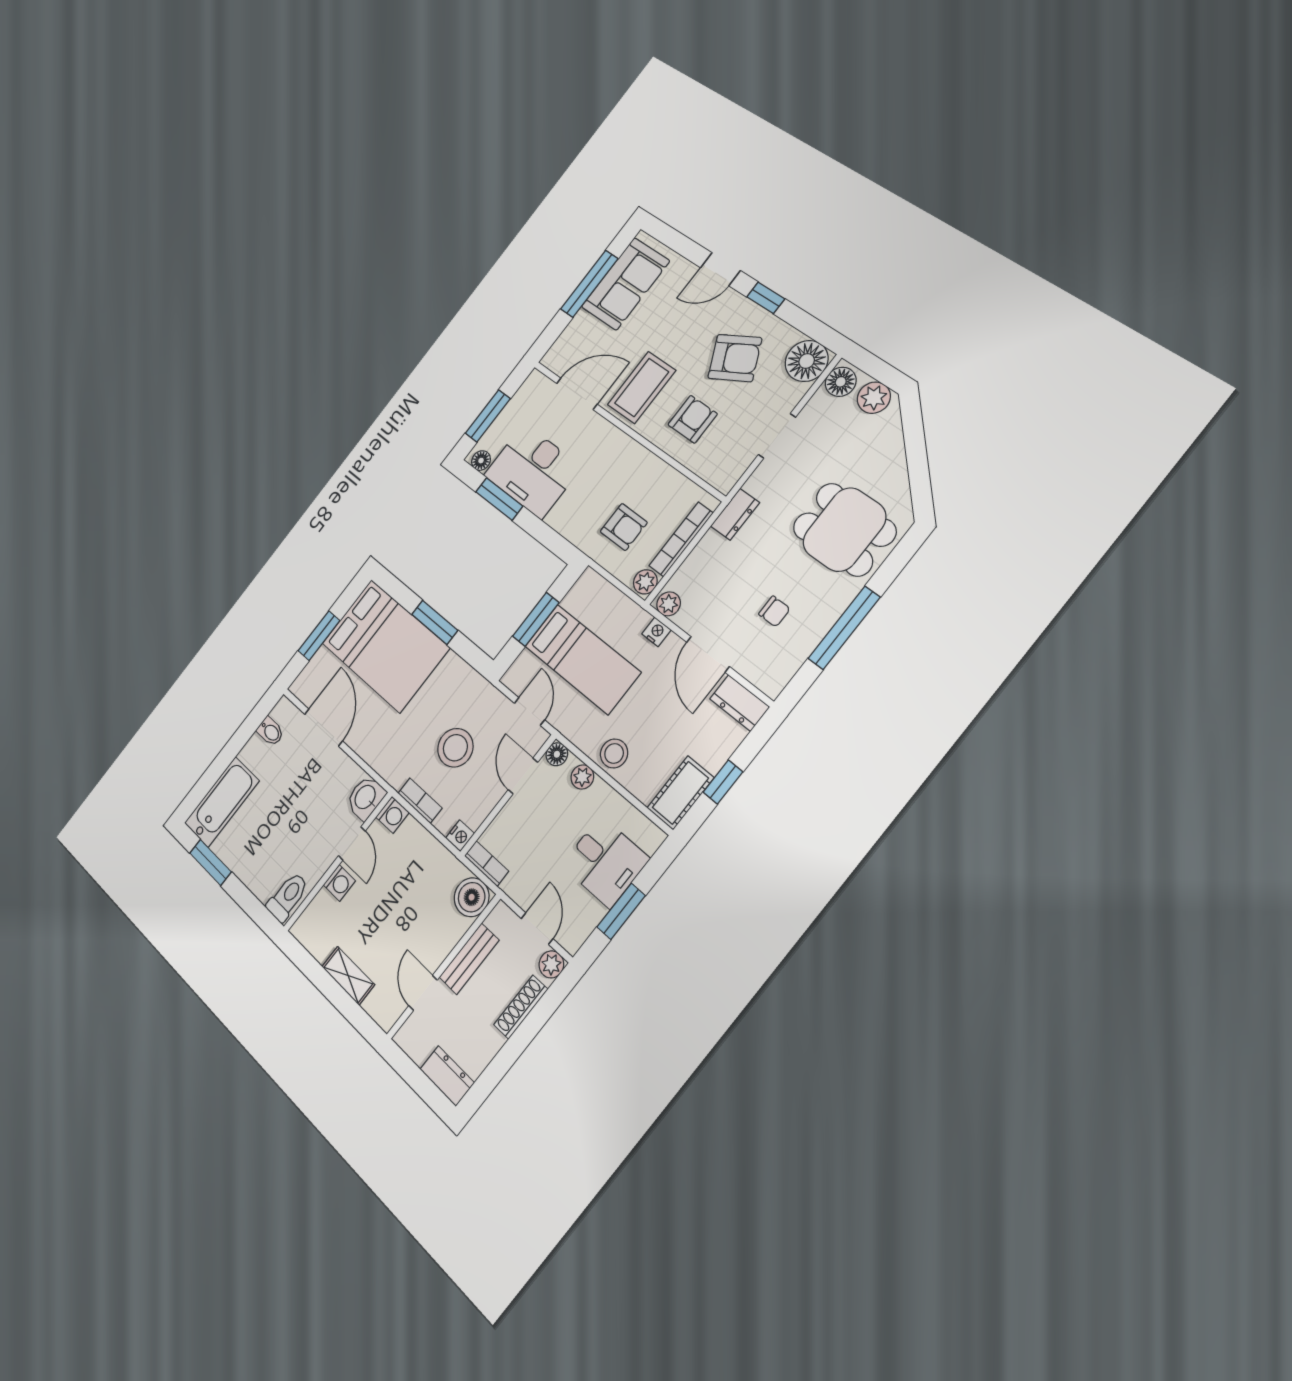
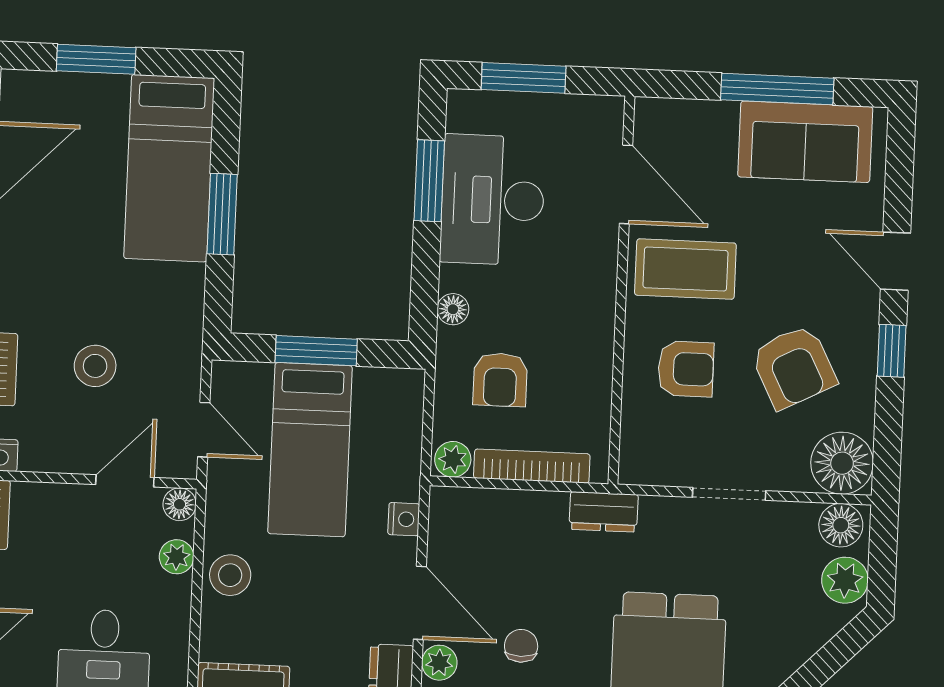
floor lamp: (481, 461) -> (453, 309), moved
plant: (669, 604) -> (439, 663), moved
chair: (774, 611) -> (521, 646), turned 180
bed: (385, 646) -> (169, 168), width x0.67
door: (708, 654) -> (420, 603), swing flipped
door: (530, 712) -> (204, 430), hinge flipped
stool: (455, 748) -> (95, 366), width x0.73, depth x0.73

